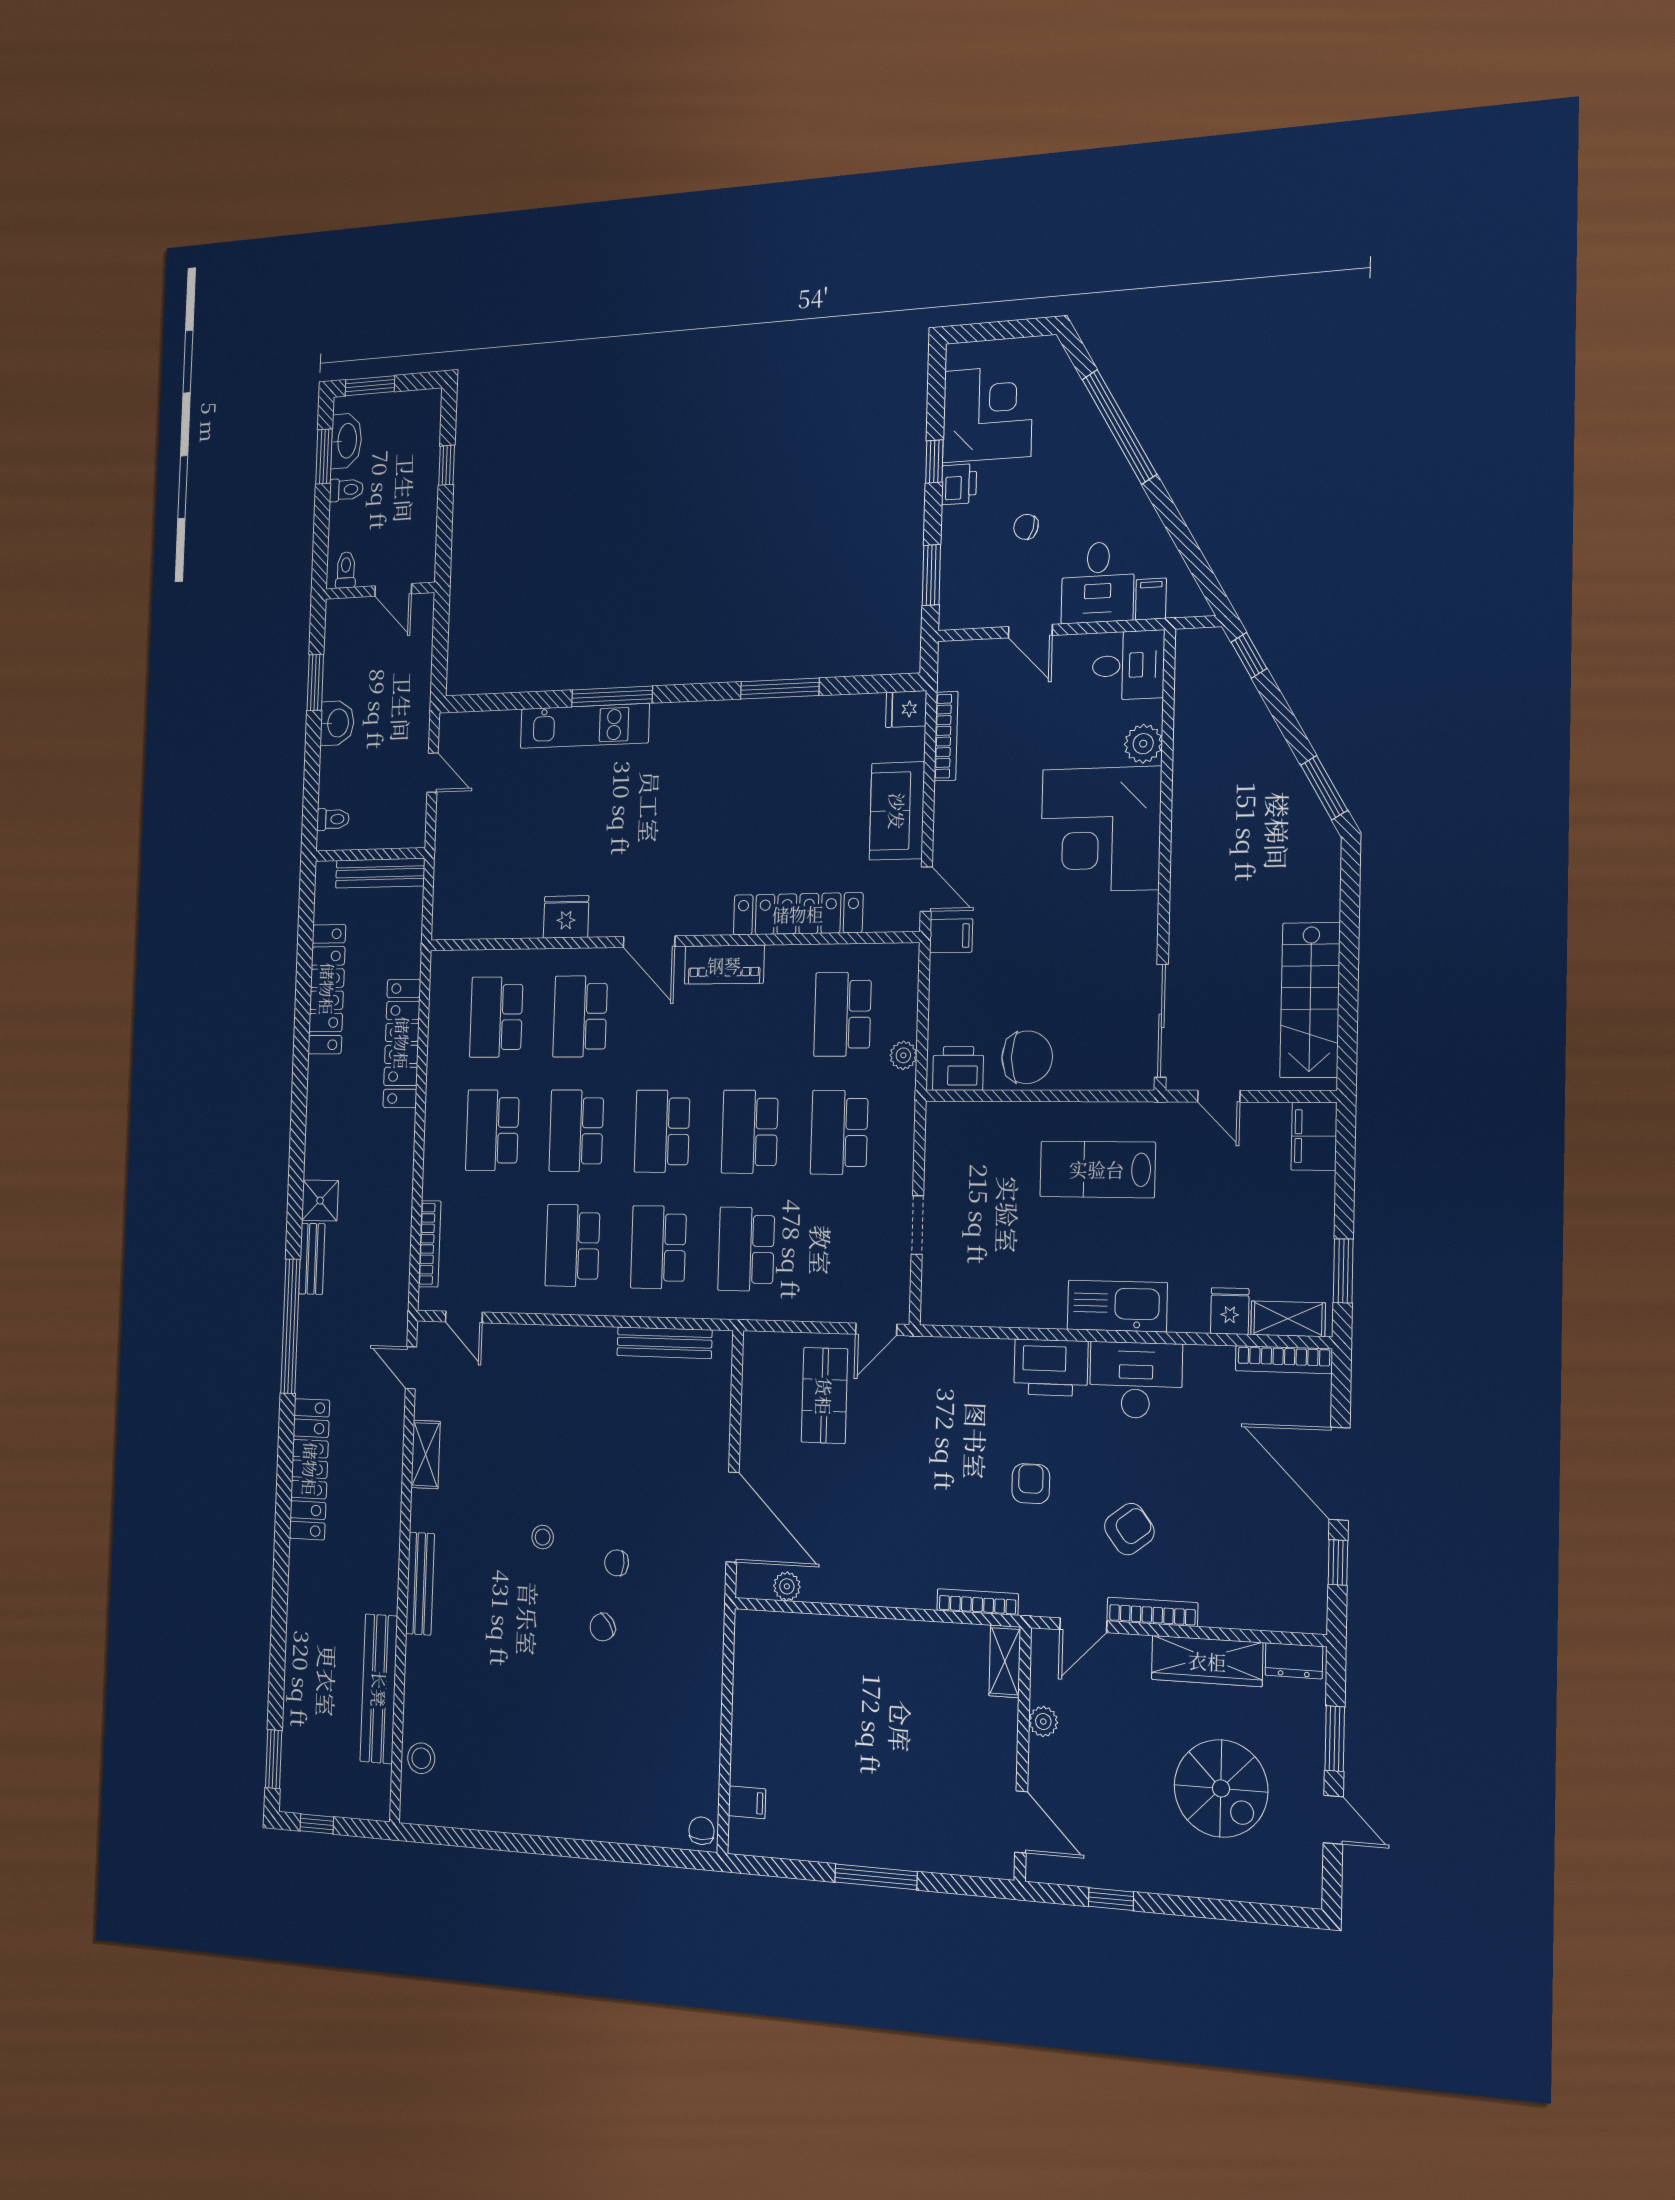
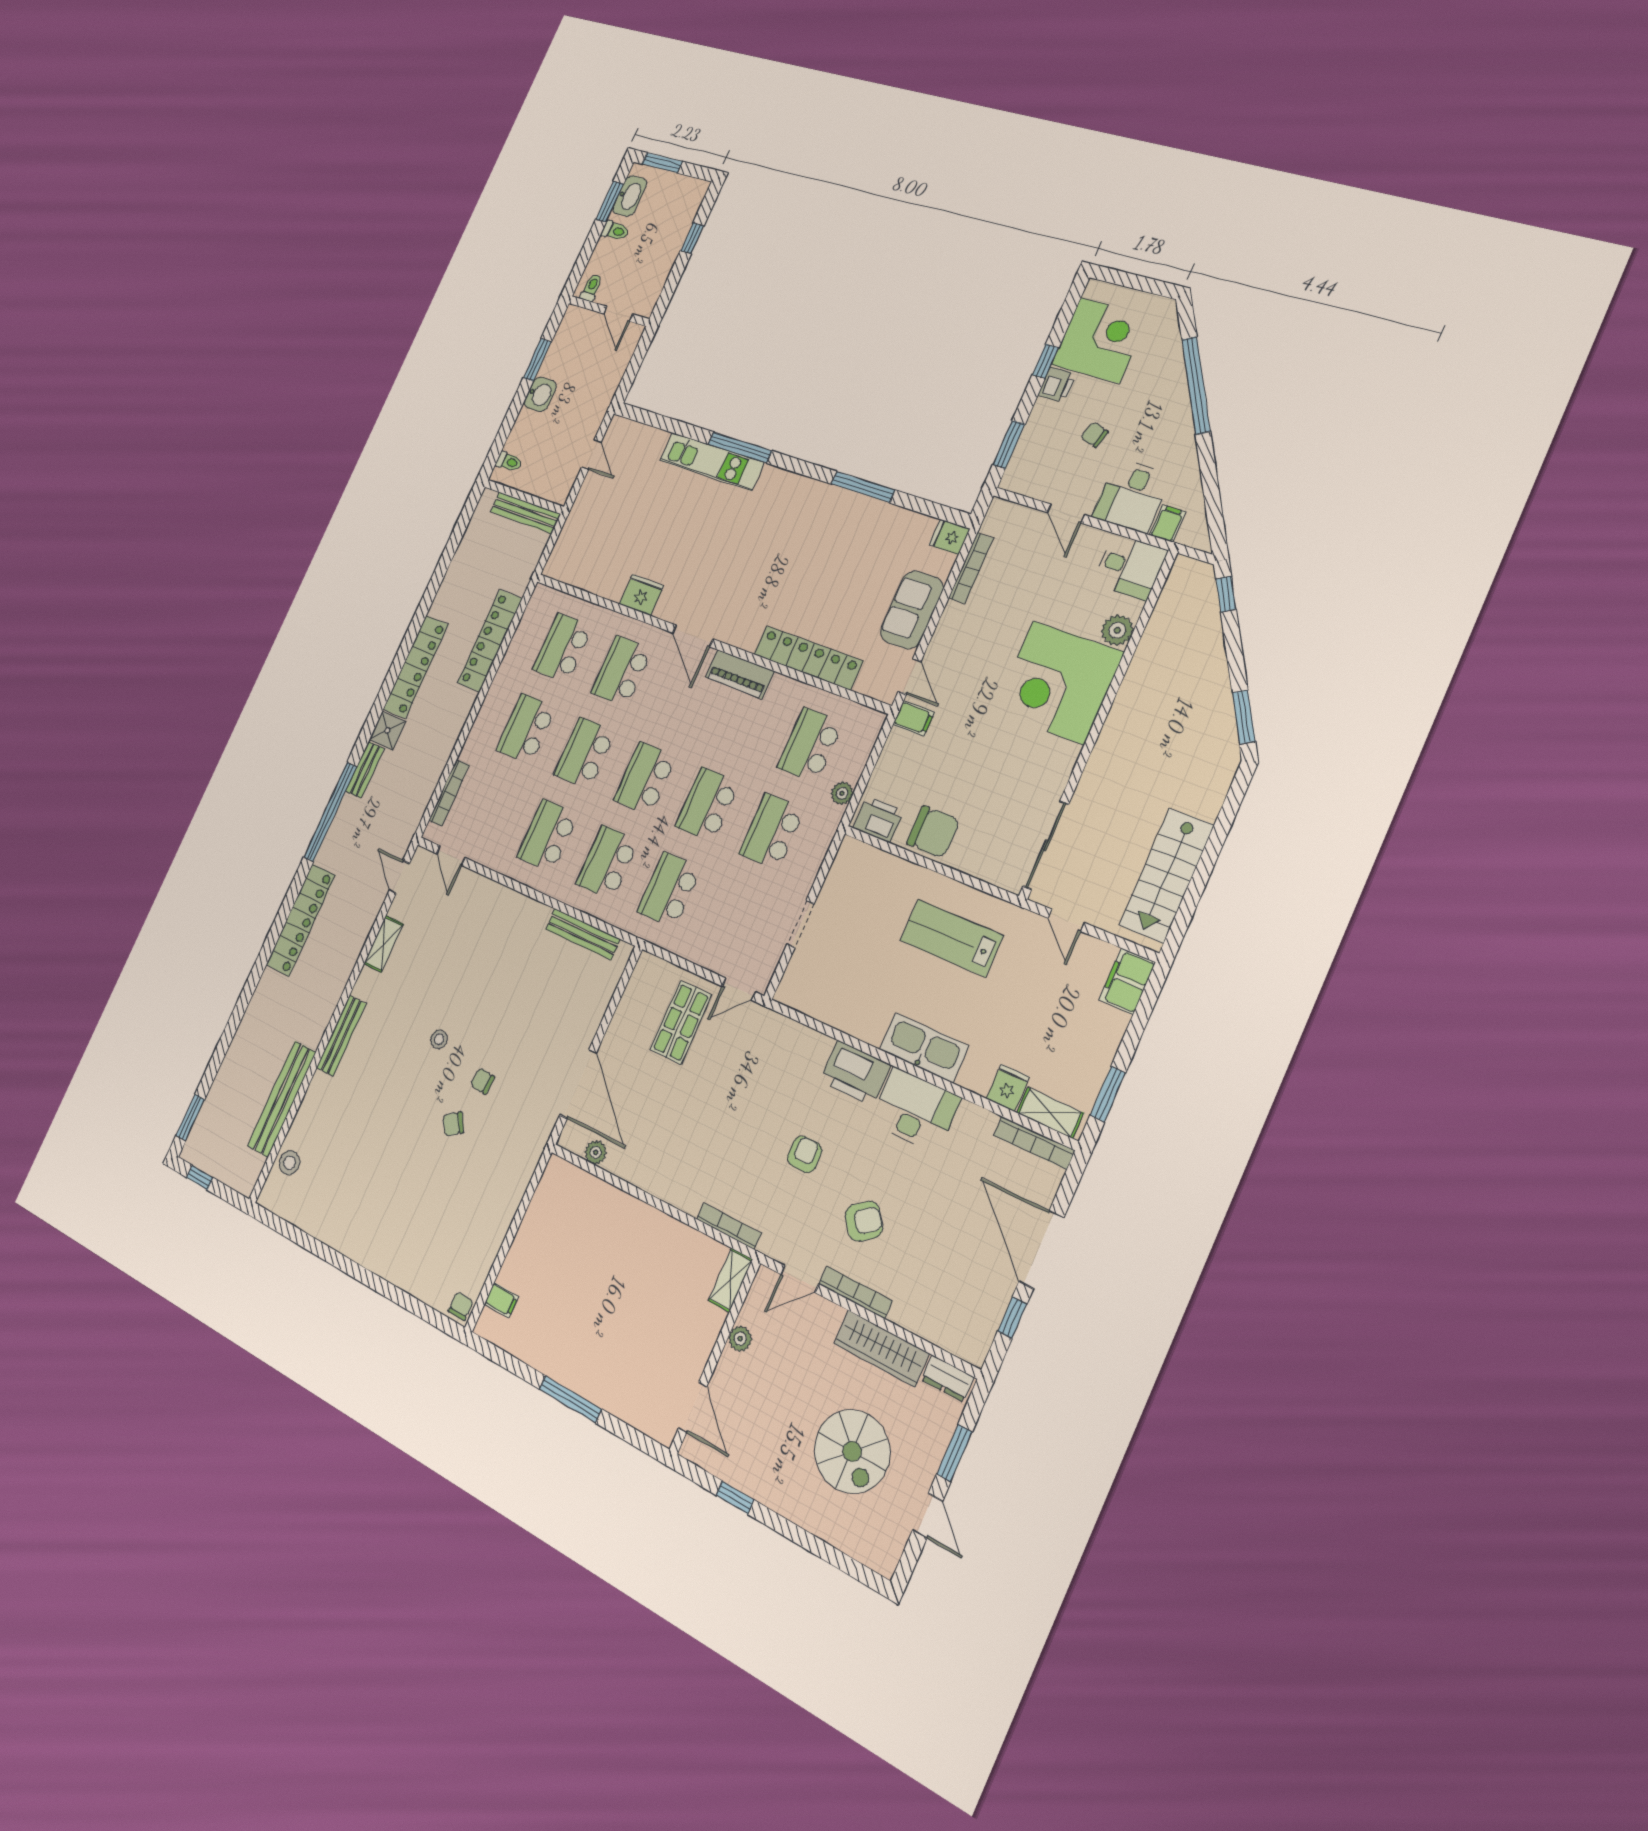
locker: (327, 989) -> (416, 667), moved

